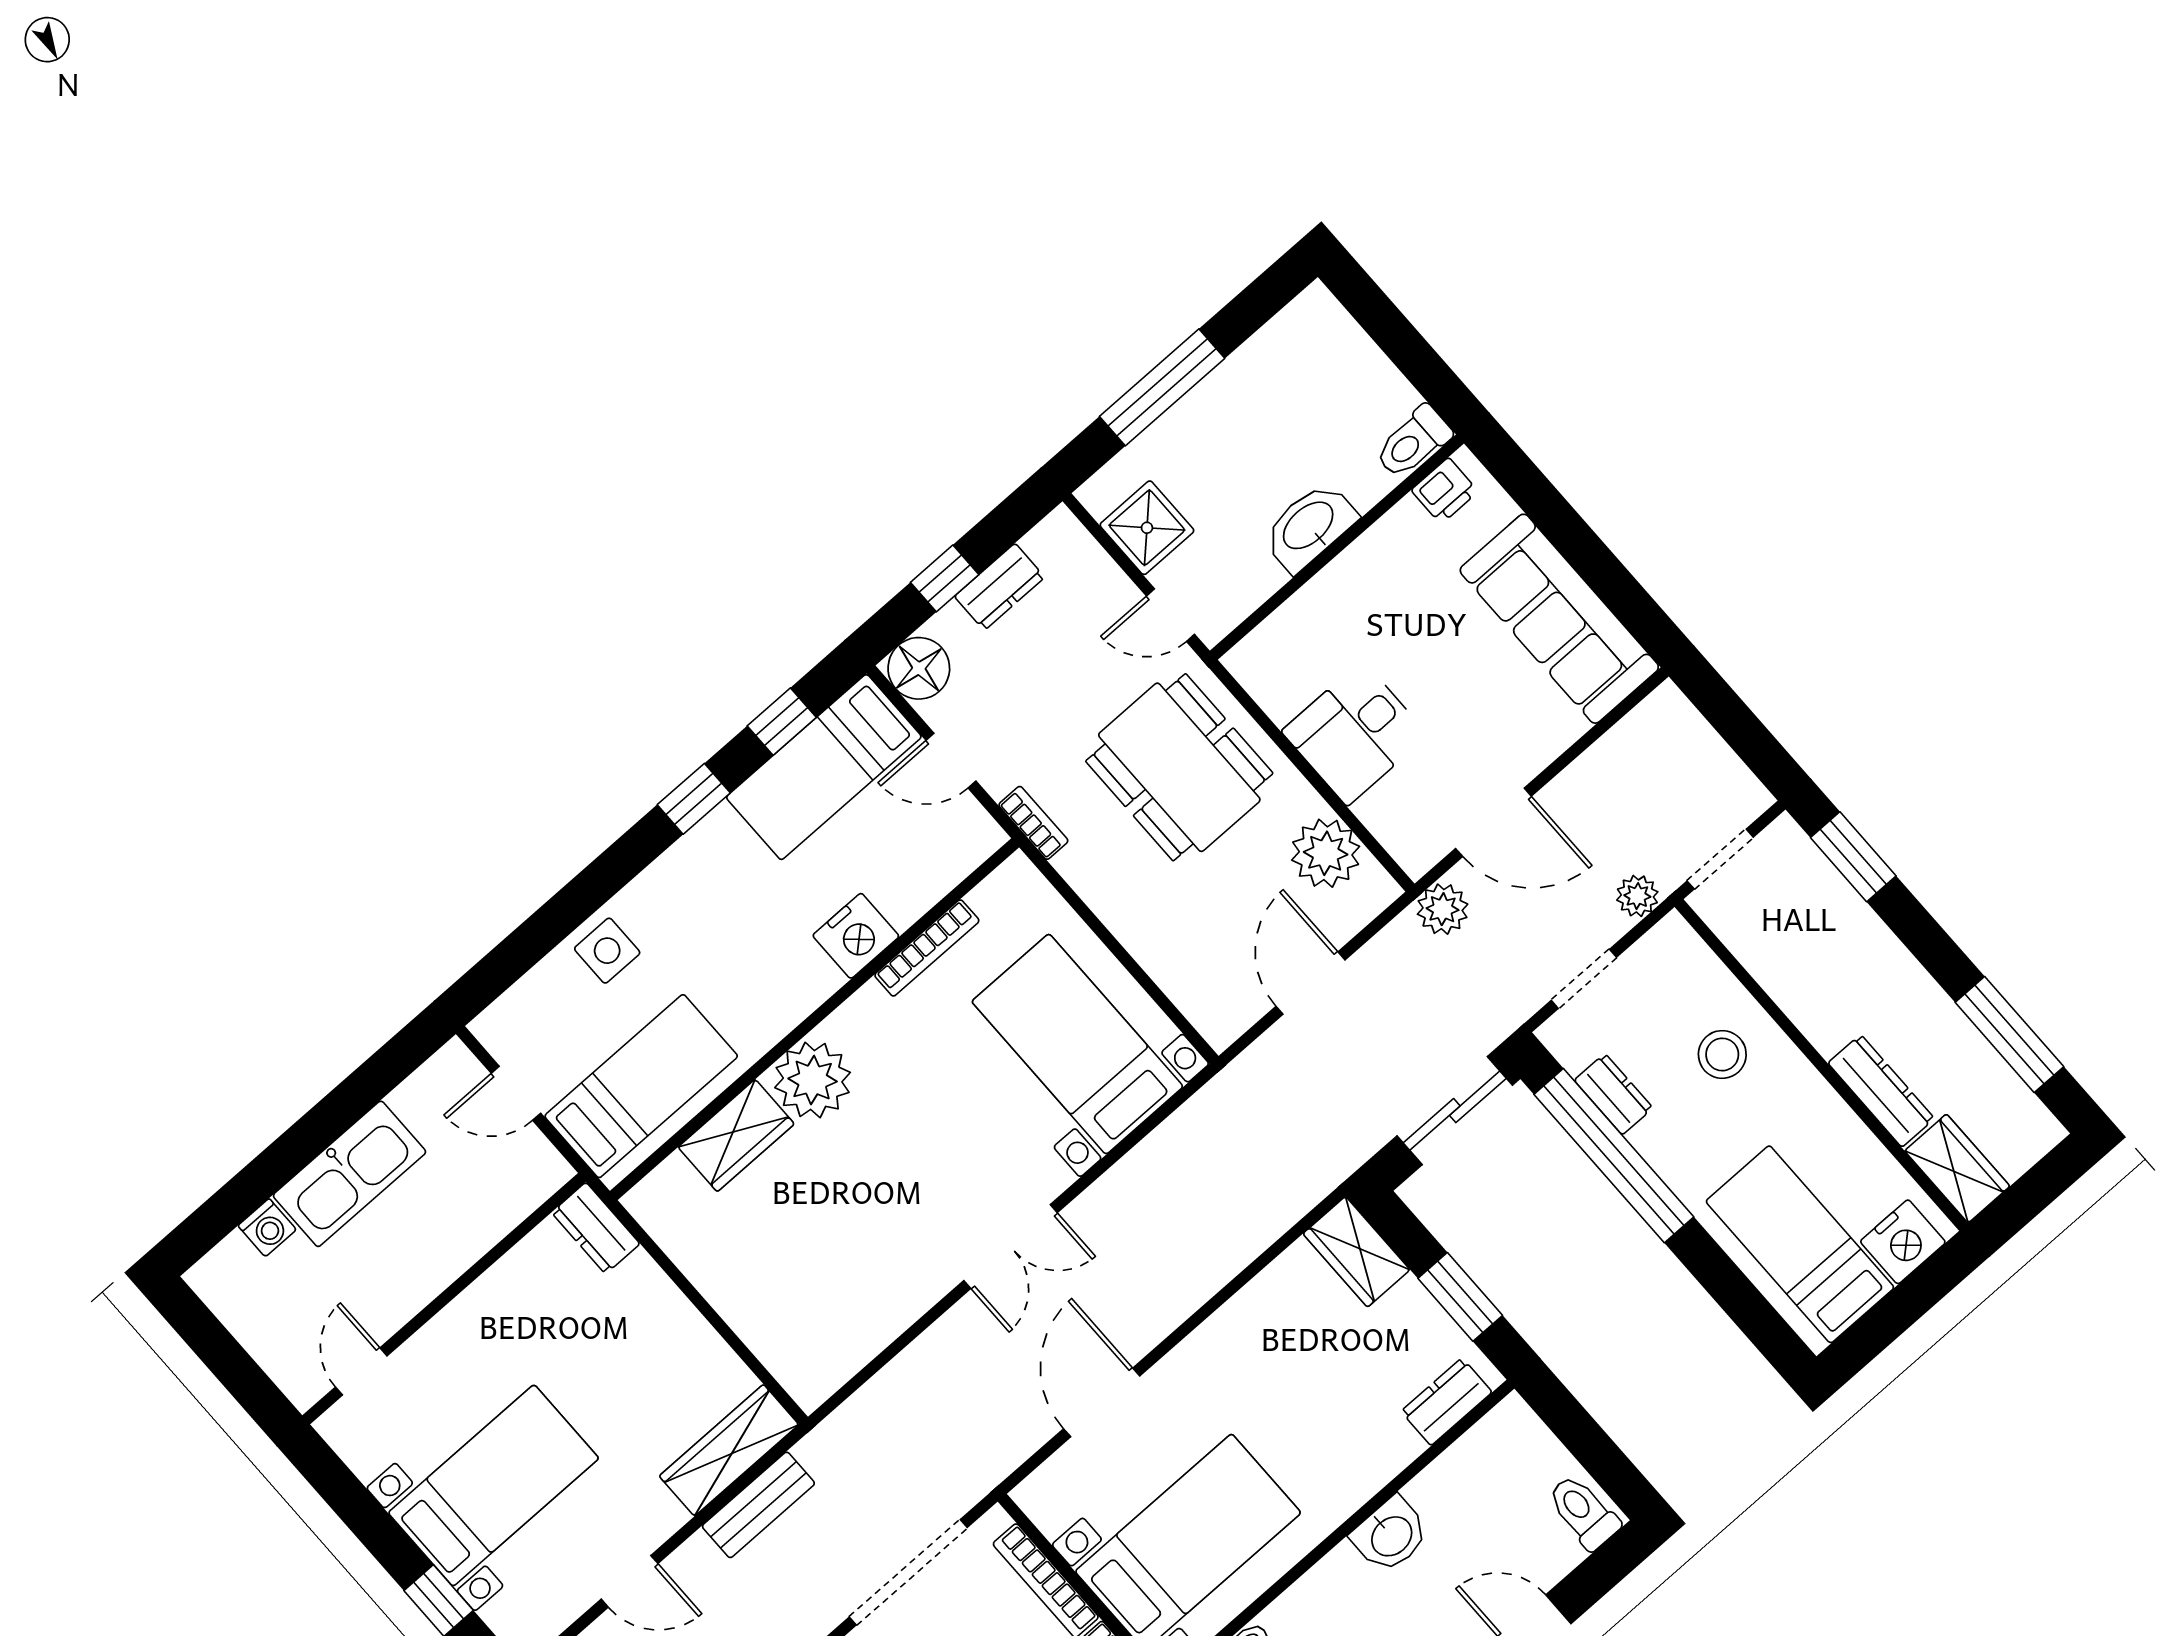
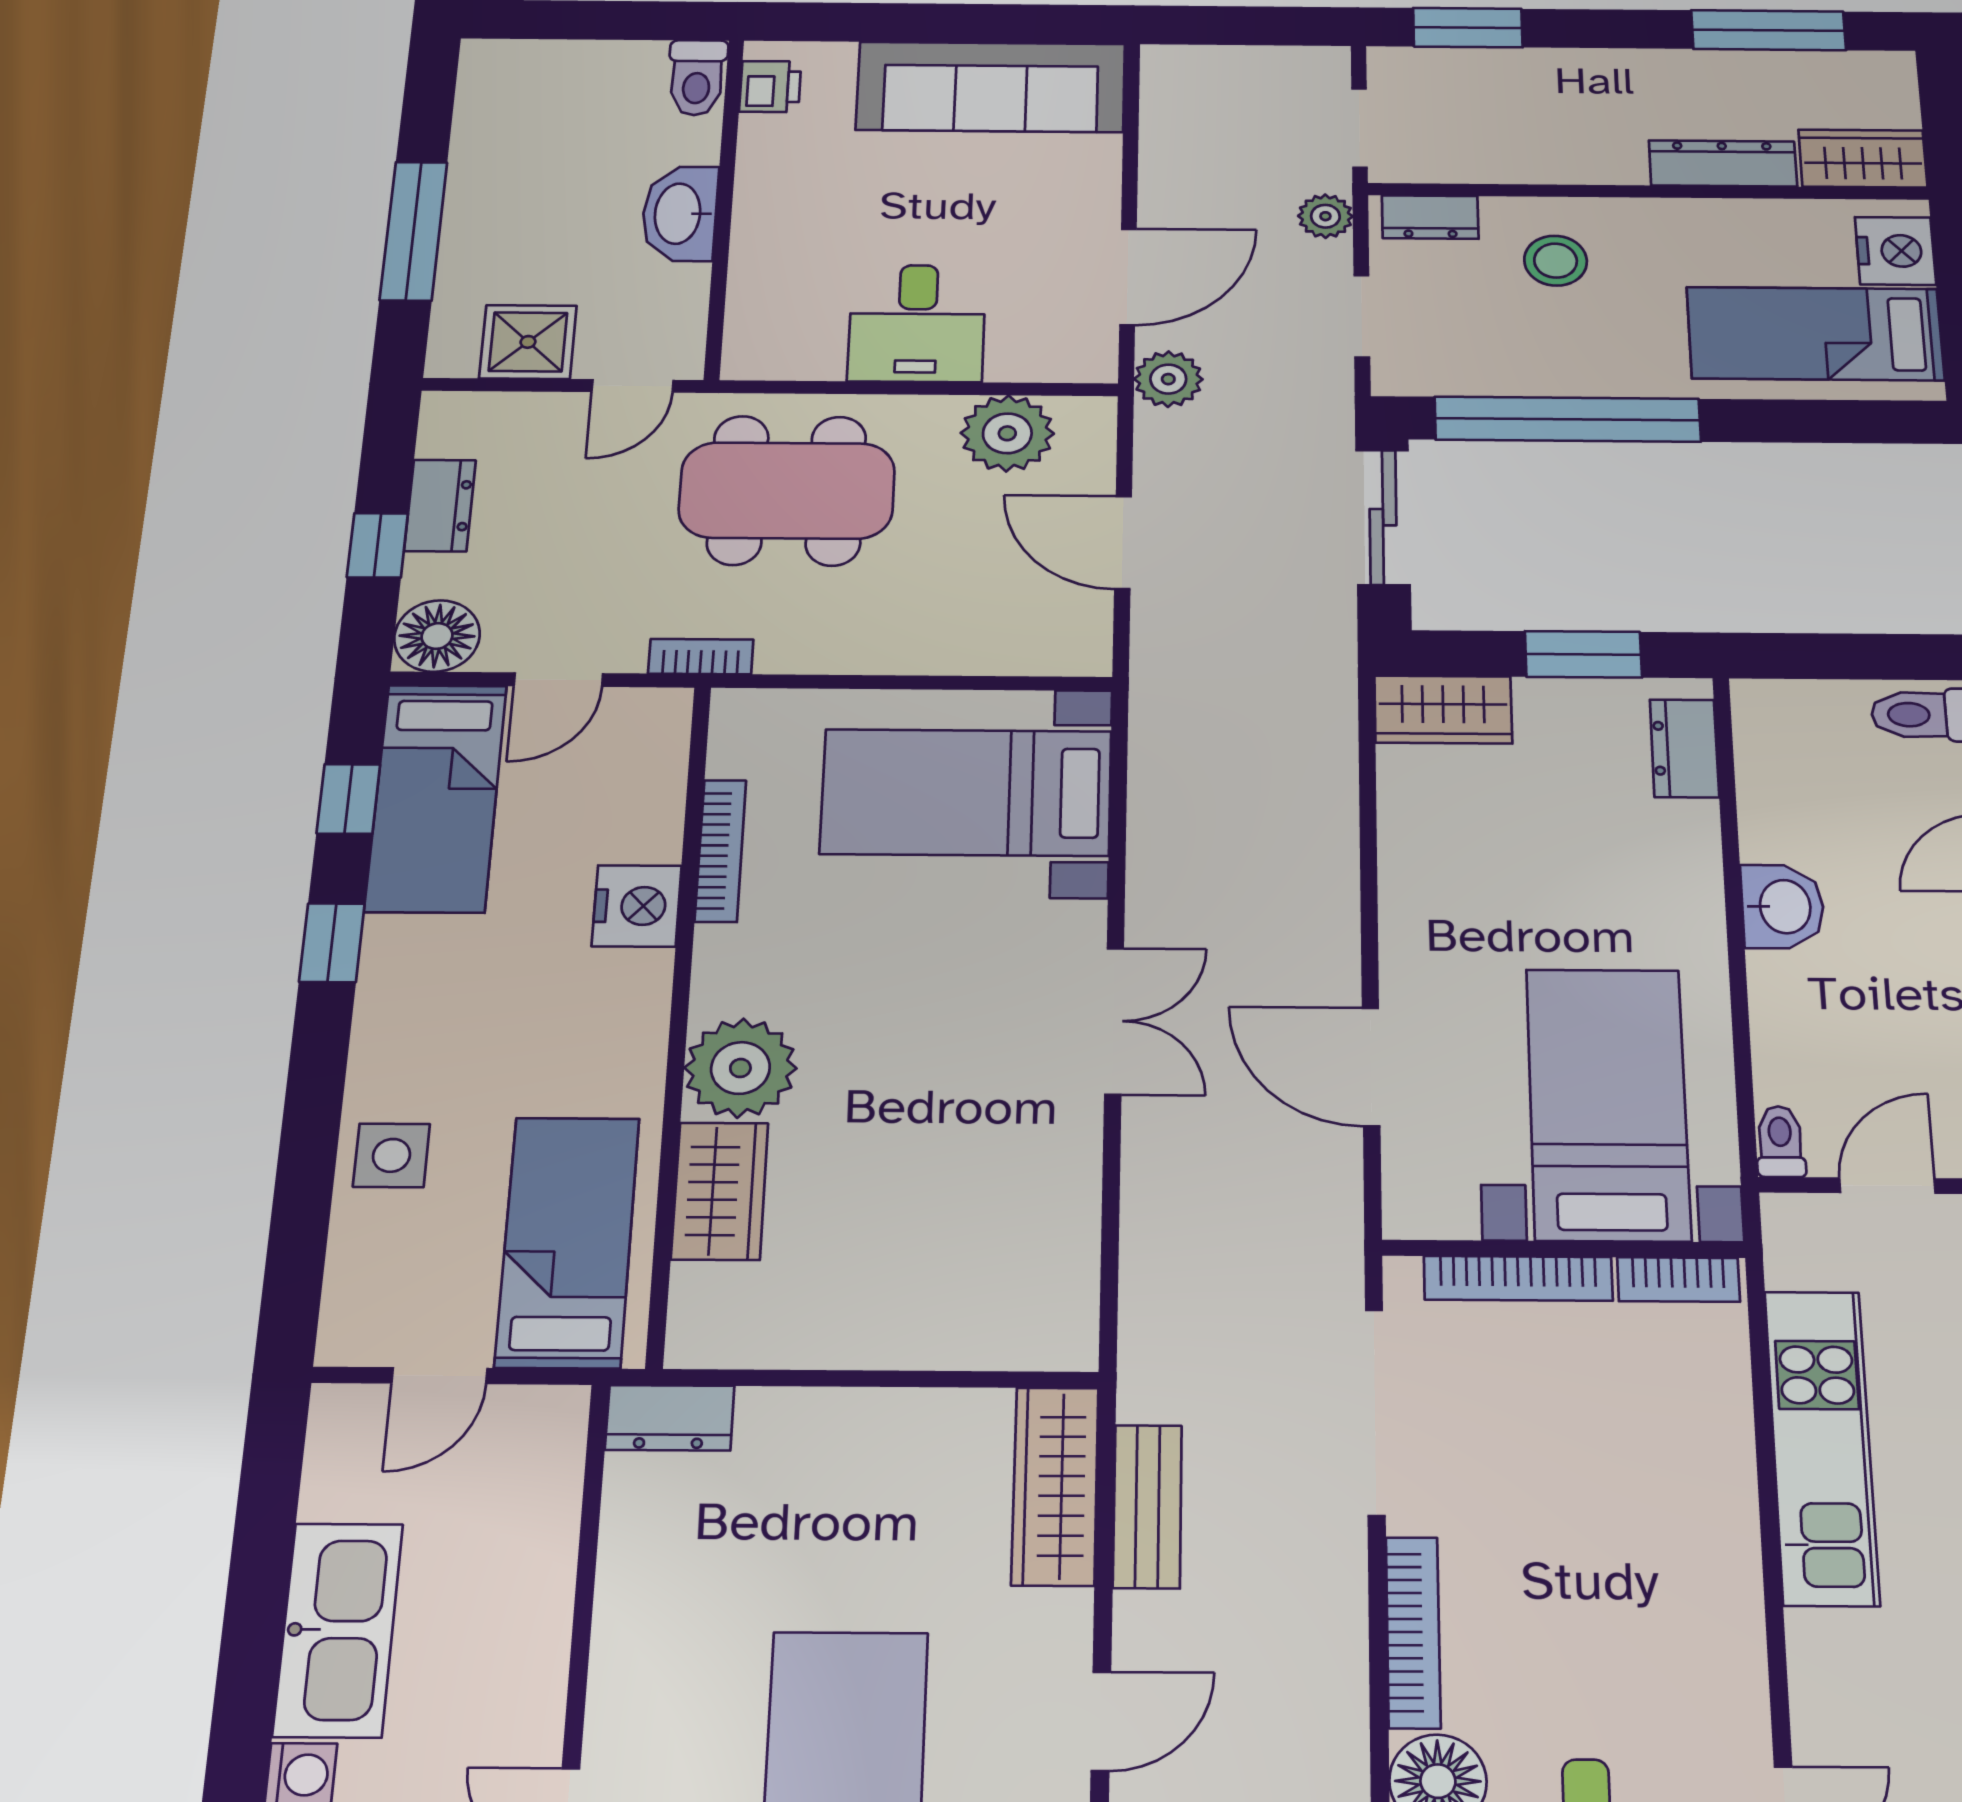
dresser: (1614, 1094) -> (1430, 217), moved, turned 180

